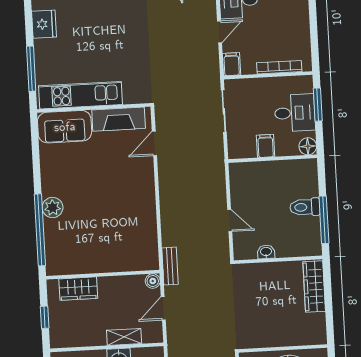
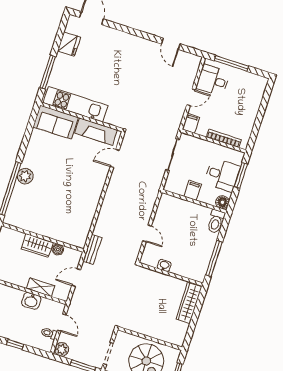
toilet: (305, 207) -> (216, 222), moved, turned -90
boiler: (153, 281) -> (58, 249), moved
wardrobe: (78, 289) -> (37, 246), moved

